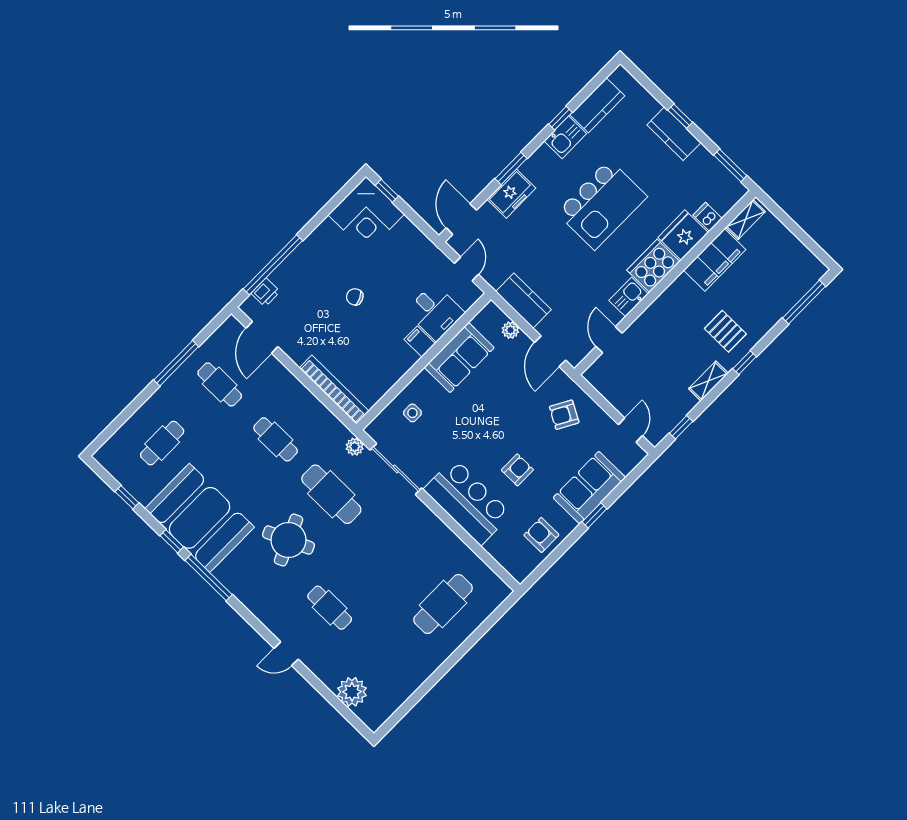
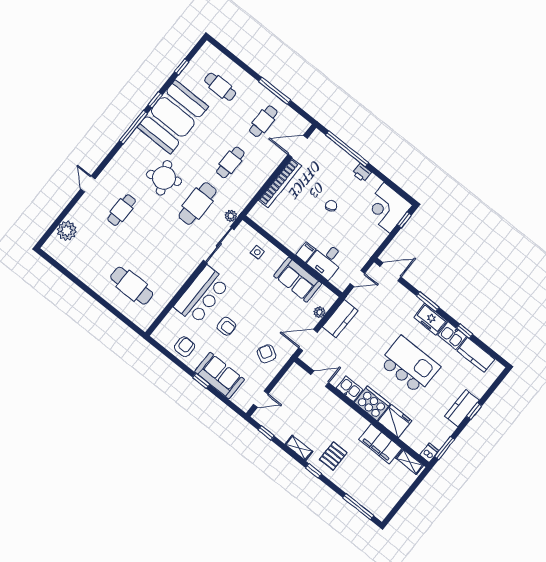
freezer: (511, 194) -> (431, 319), moved
kitchen island: (602, 205) -> (410, 365), turned 180
dishwasher: (708, 217) -> (429, 453), moved
printer: (266, 292) -> (362, 173), moved
bookcase: (334, 390) -> (280, 183), moved

